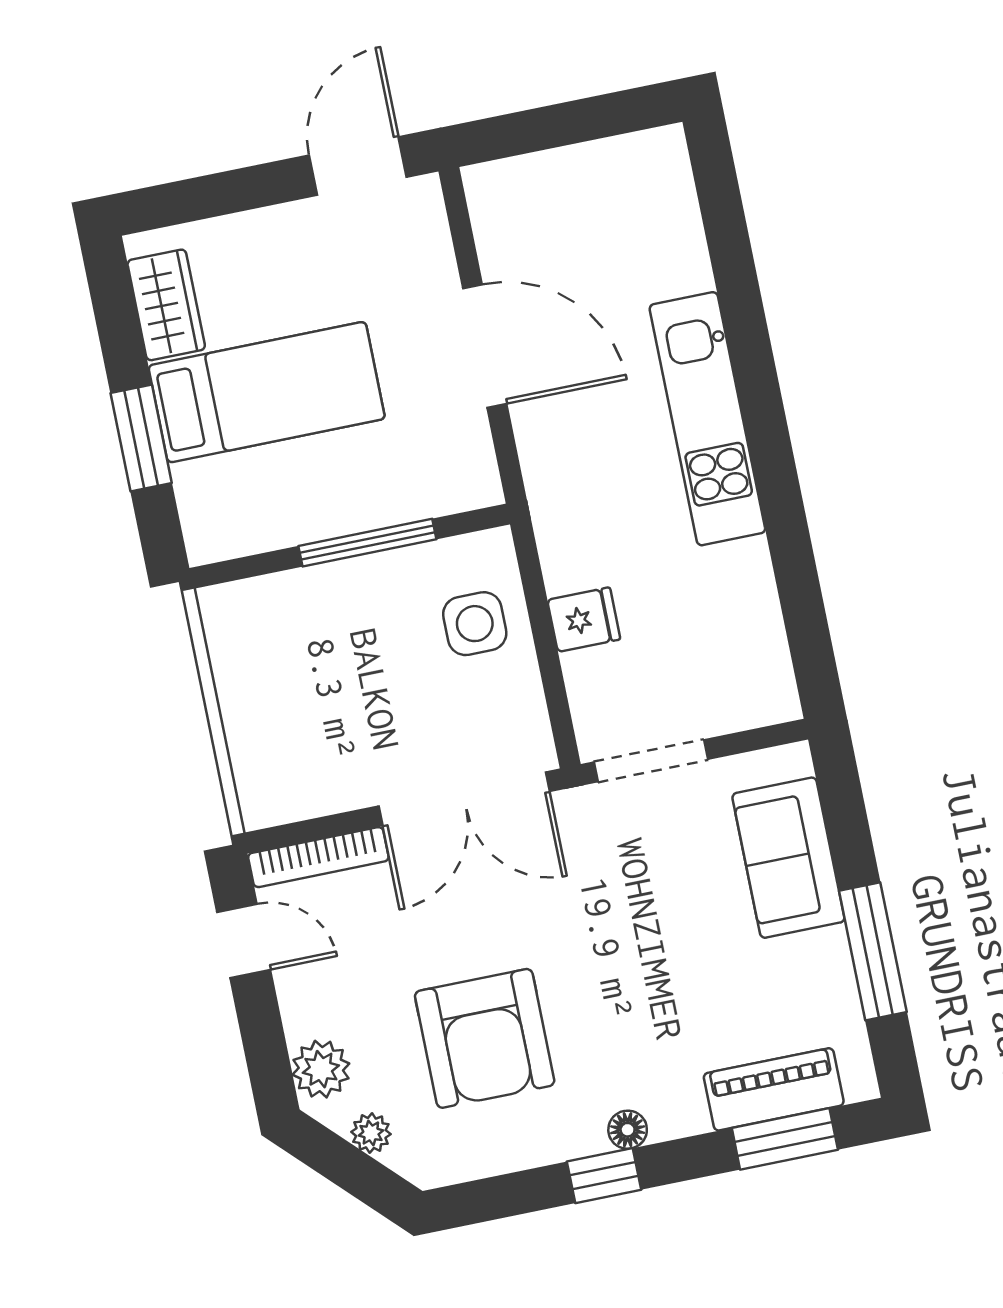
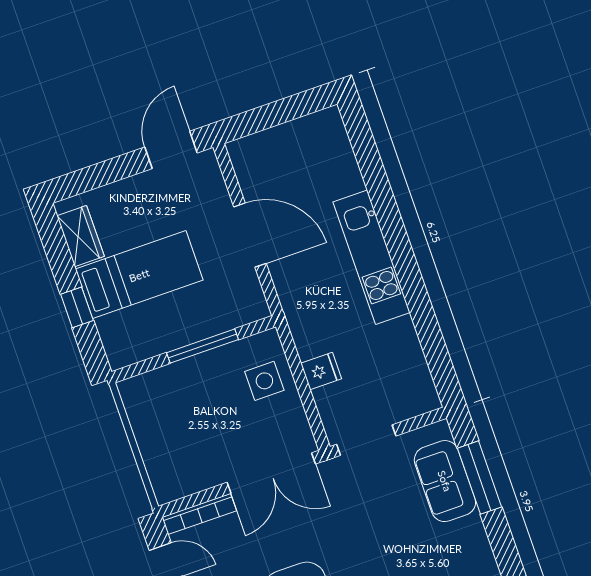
window: (141, 438) -> (77, 307), width x0.67
window: (873, 951) -> (479, 478), moved

